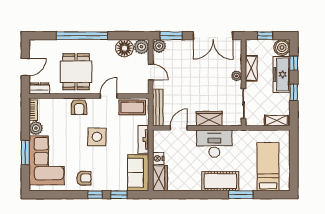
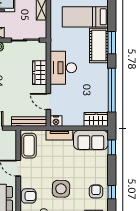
side table: (97, 137) -> (61, 189), moved
nightstand: (158, 158) -> (56, 121), moved
cot: (220, 181) -> (99, 46), moved
window: (95, 195) -> (112, 192), moved
window: (119, 195) -> (112, 147), moved
window: (191, 195) -> (112, 90), added

